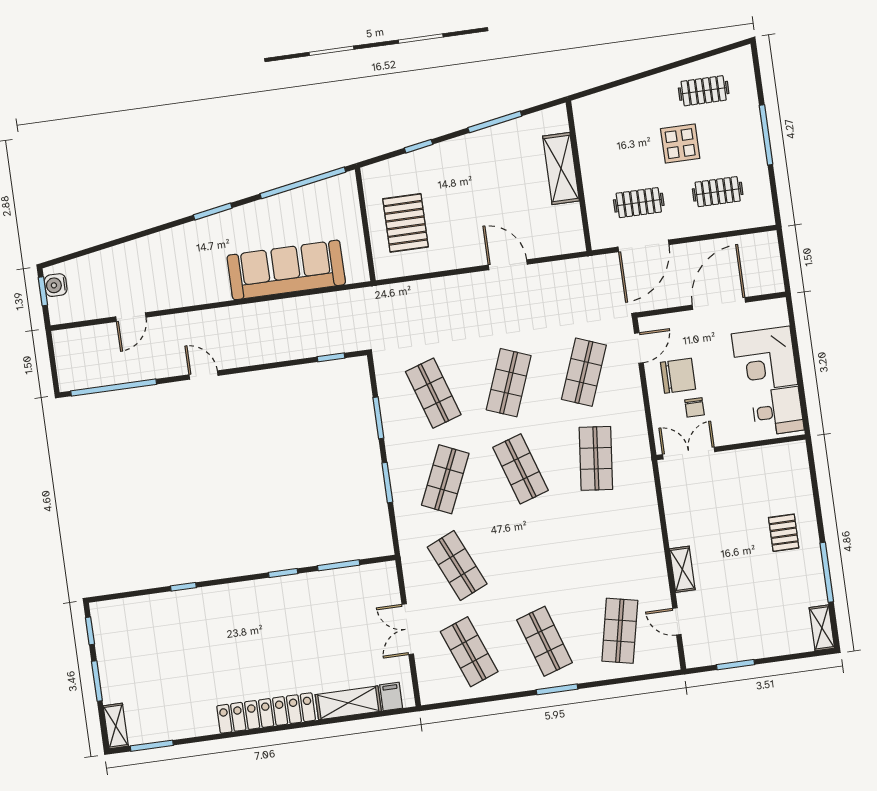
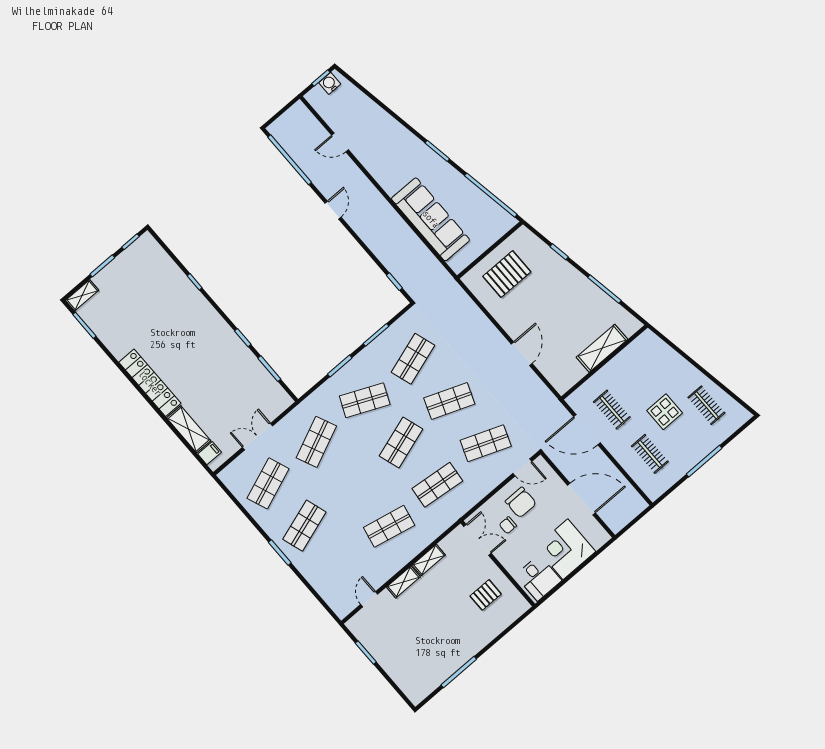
pallet: (784, 533) -> (486, 595), moved
shelving: (822, 628) -> (429, 560), moved
shop shelf: (620, 631) -> (389, 526), moved

